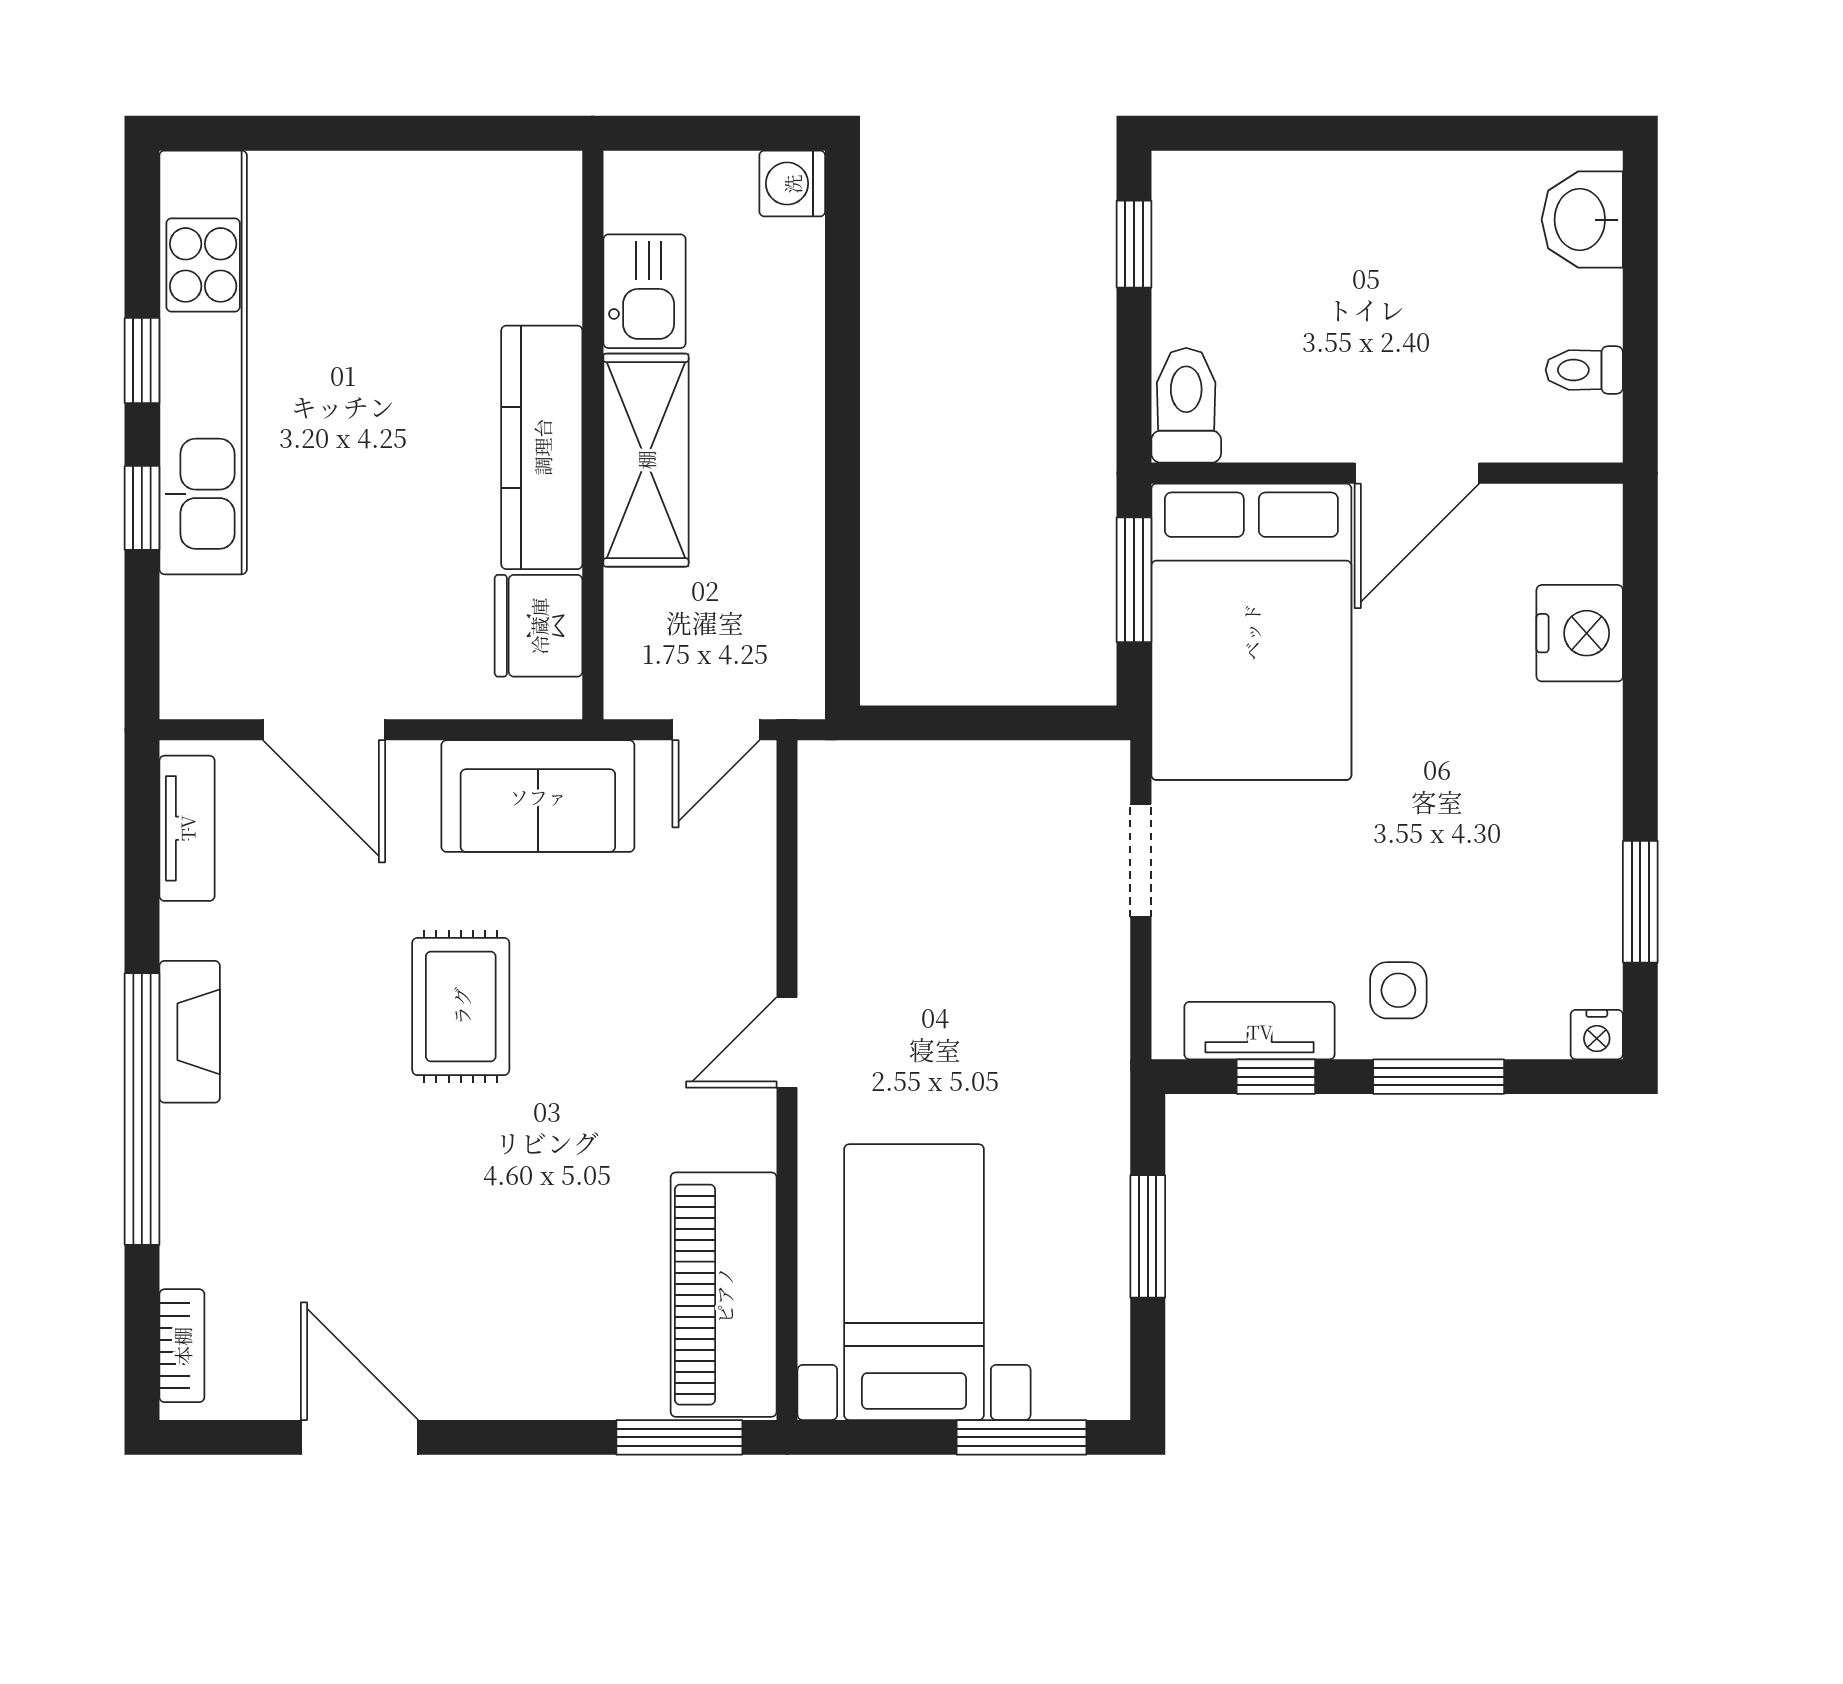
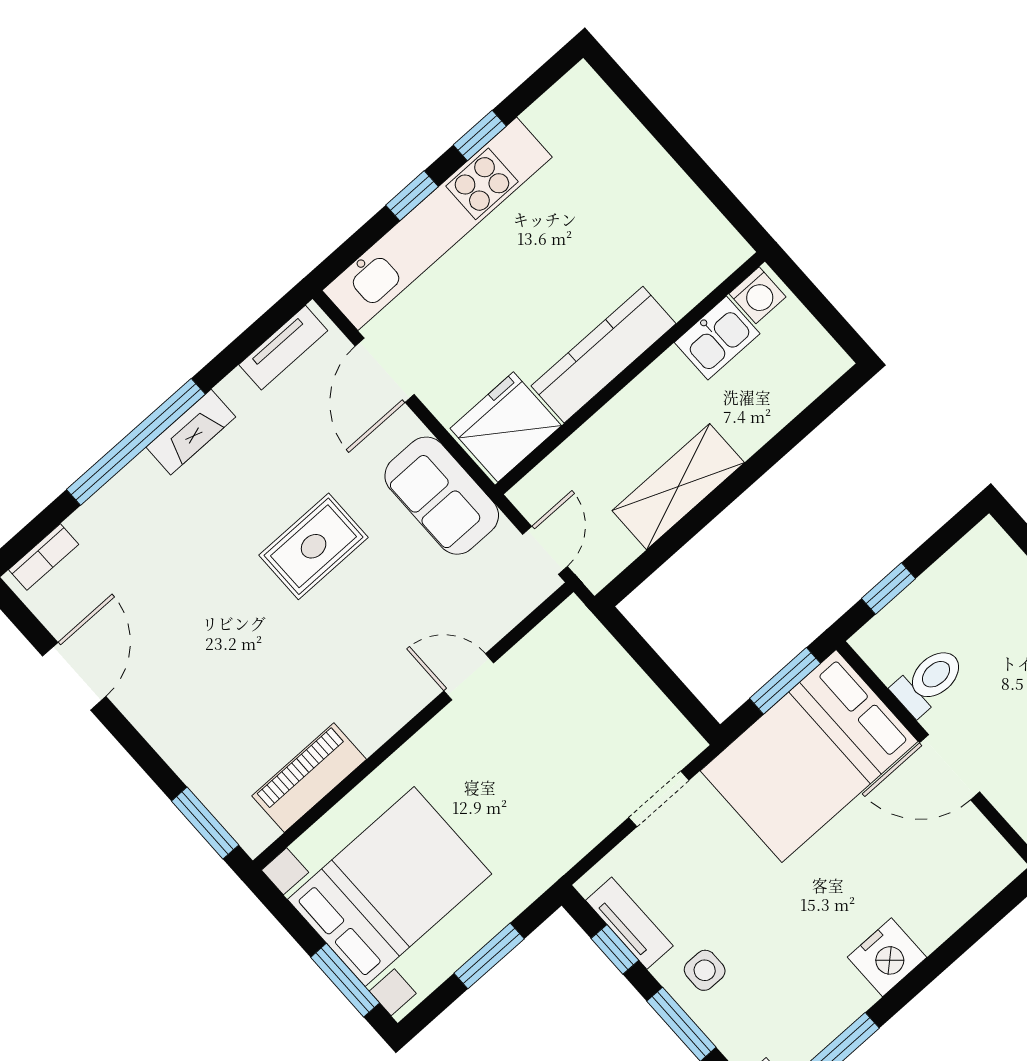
washing machine: (792, 184) -> (758, 295), moved, turned 180
window: (1134, 244) -> (889, 589), moved
kitchen unit: (203, 362) -> (437, 224), moved
toilet: (1186, 405) -> (929, 681), moved
shelving: (646, 460) -> (678, 487), moved
fridge: (539, 626) -> (506, 427), width x1.36, depth x1.34
nightstand: (1580, 633) -> (887, 957), moved
door: (716, 730) -> (545, 550), swing flipped
door: (787, 1042) -> (469, 677), moved
bed with nightstands: (914, 1282) -> (390, 887), width x1.36
piano: (724, 1295) -> (309, 778), width x0.73, depth x0.75

